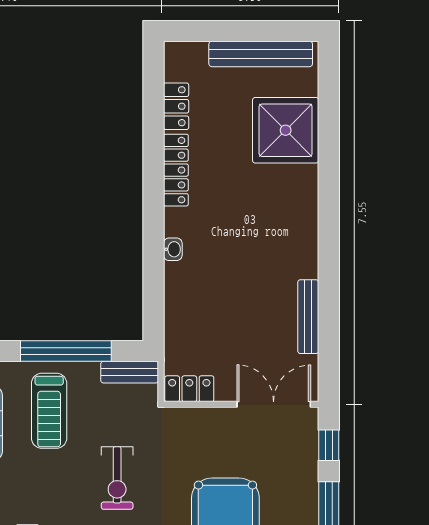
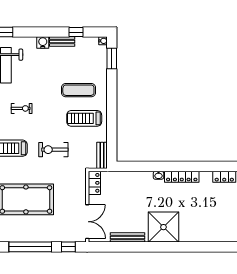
shower: (286, 130) -> (163, 227), moved
locker: (176, 170) -> (182, 177), moved
window: (66, 351) -> (112, 126), removed

